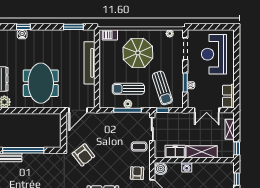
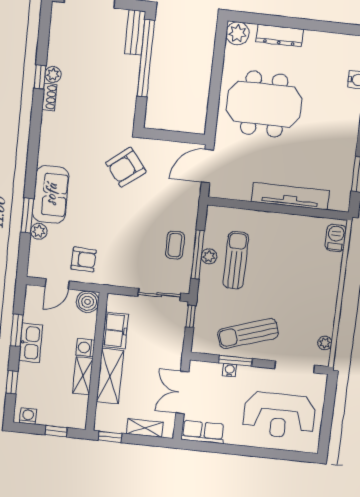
parasol: (138, 53) -> (298, 284), removed
reception desk: (214, 54) -> (279, 415), turned 180
sun lounger: (162, 88) -> (248, 334), moved
door: (78, 110) -> (207, 166), hinge flipped
coffee table: (139, 146) -> (175, 245), moved
shelving: (203, 167) -> (83, 376), added

